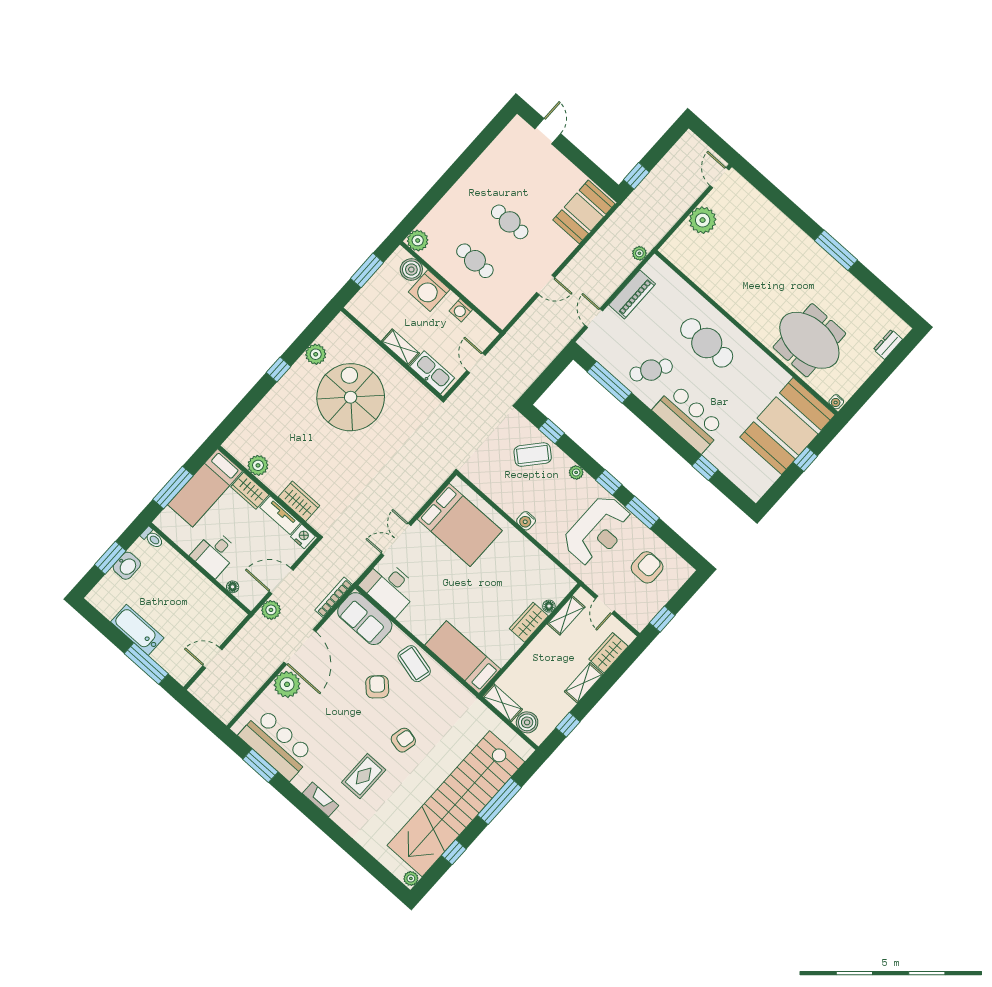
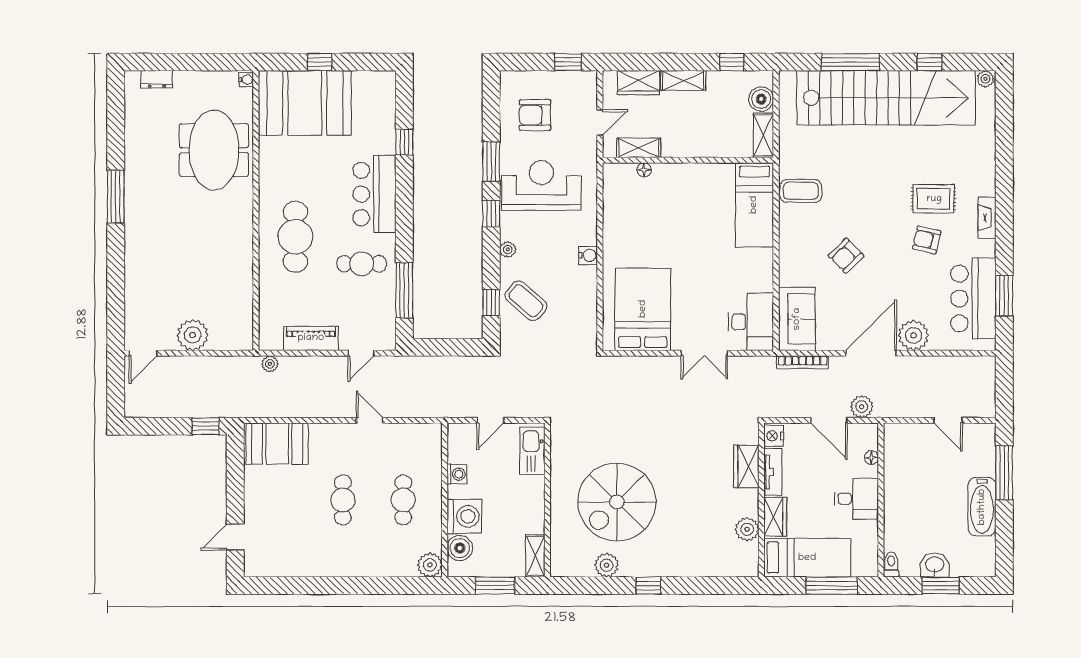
shelving: (400, 347) -> (535, 556), moved
cafe table: (651, 370) -> (362, 264), turned -33
wardrobe: (529, 622) -> (673, 175), removed
coffee table: (414, 664) -> (801, 191), moved, turned 76
armchair: (403, 740) -> (927, 240), moved

